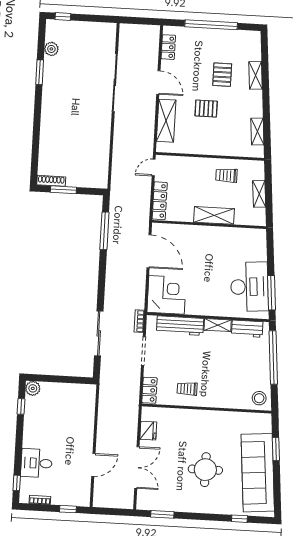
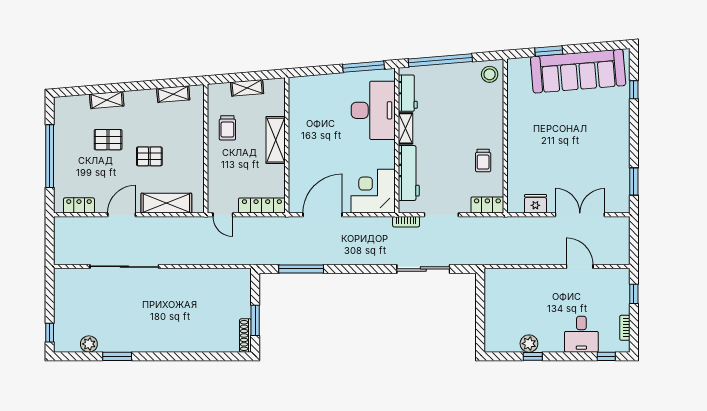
pallet: (206, 109) -> (149, 156), turned 90
desk: (249, 287) -> (373, 110), moved, turned 95
plant: (33, 388) -> (529, 344), moved
window: (21, 406) -> (533, 356), moved
round table: (205, 470) -> (578, 133), removed

